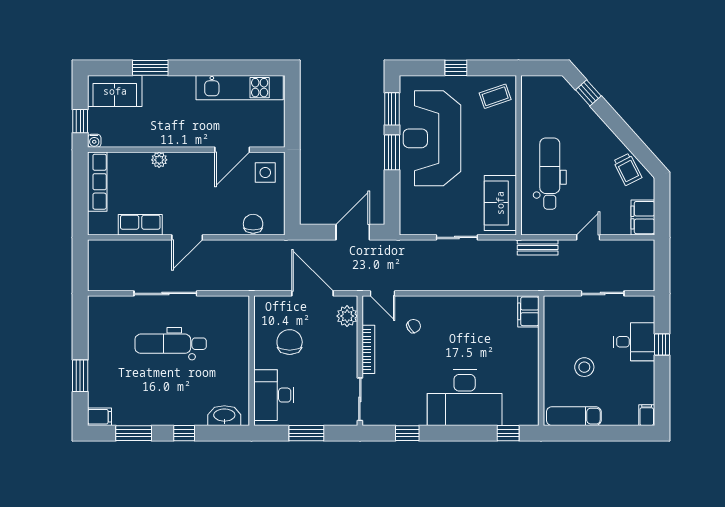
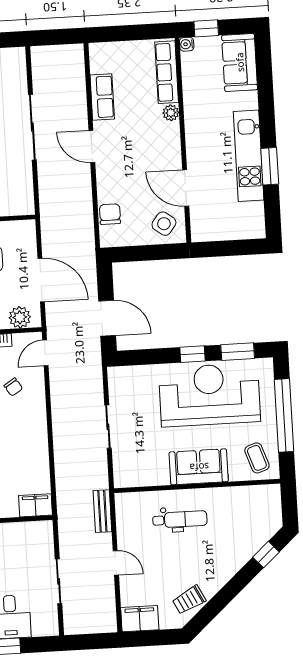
window: (150, 68) -> (270, 166), moved
window: (456, 68) -> (284, 415), width x3.17
kitchen unit: (240, 88) -> (249, 156), moved
window: (392, 152) -> (193, 354), width x0.67
side table: (265, 172) -> (164, 224), turned 37
dental chair: (550, 174) -> (180, 519), width x0.73, depth x0.72
row of seats: (97, 182) -> (167, 72), moved, turned 90
sofa: (500, 203) -> (199, 467), moved
chair: (253, 224) -> (110, 214), turned -90
door: (312, 293) -> (41, 280), hinge flipped

